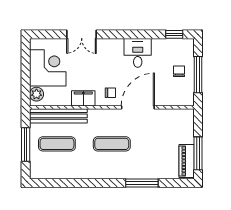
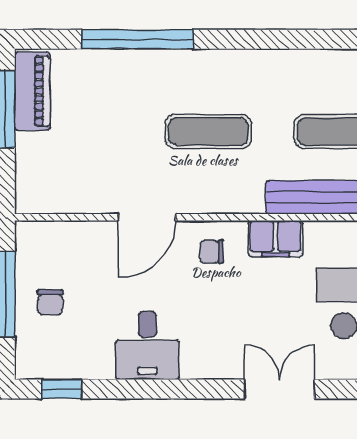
door: (138, 107) -> (147, 217), width x0.73
window: (142, 183) -> (138, 39), width x1.46

